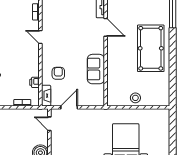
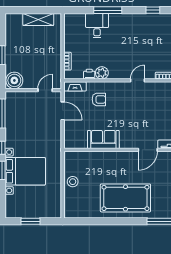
plant: (33, 70) -> (102, 73), added
window: (173, 138) -> (30, 221), added

